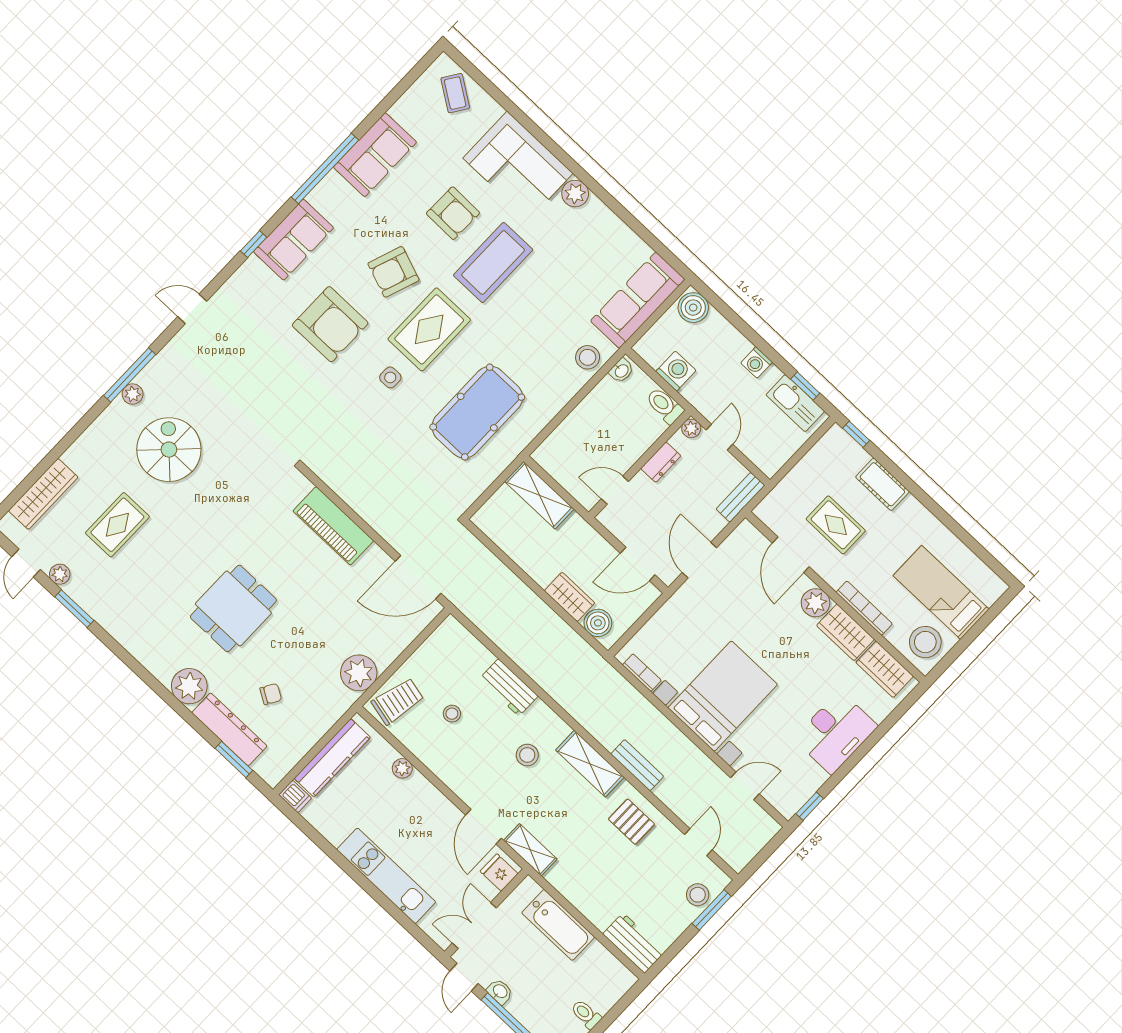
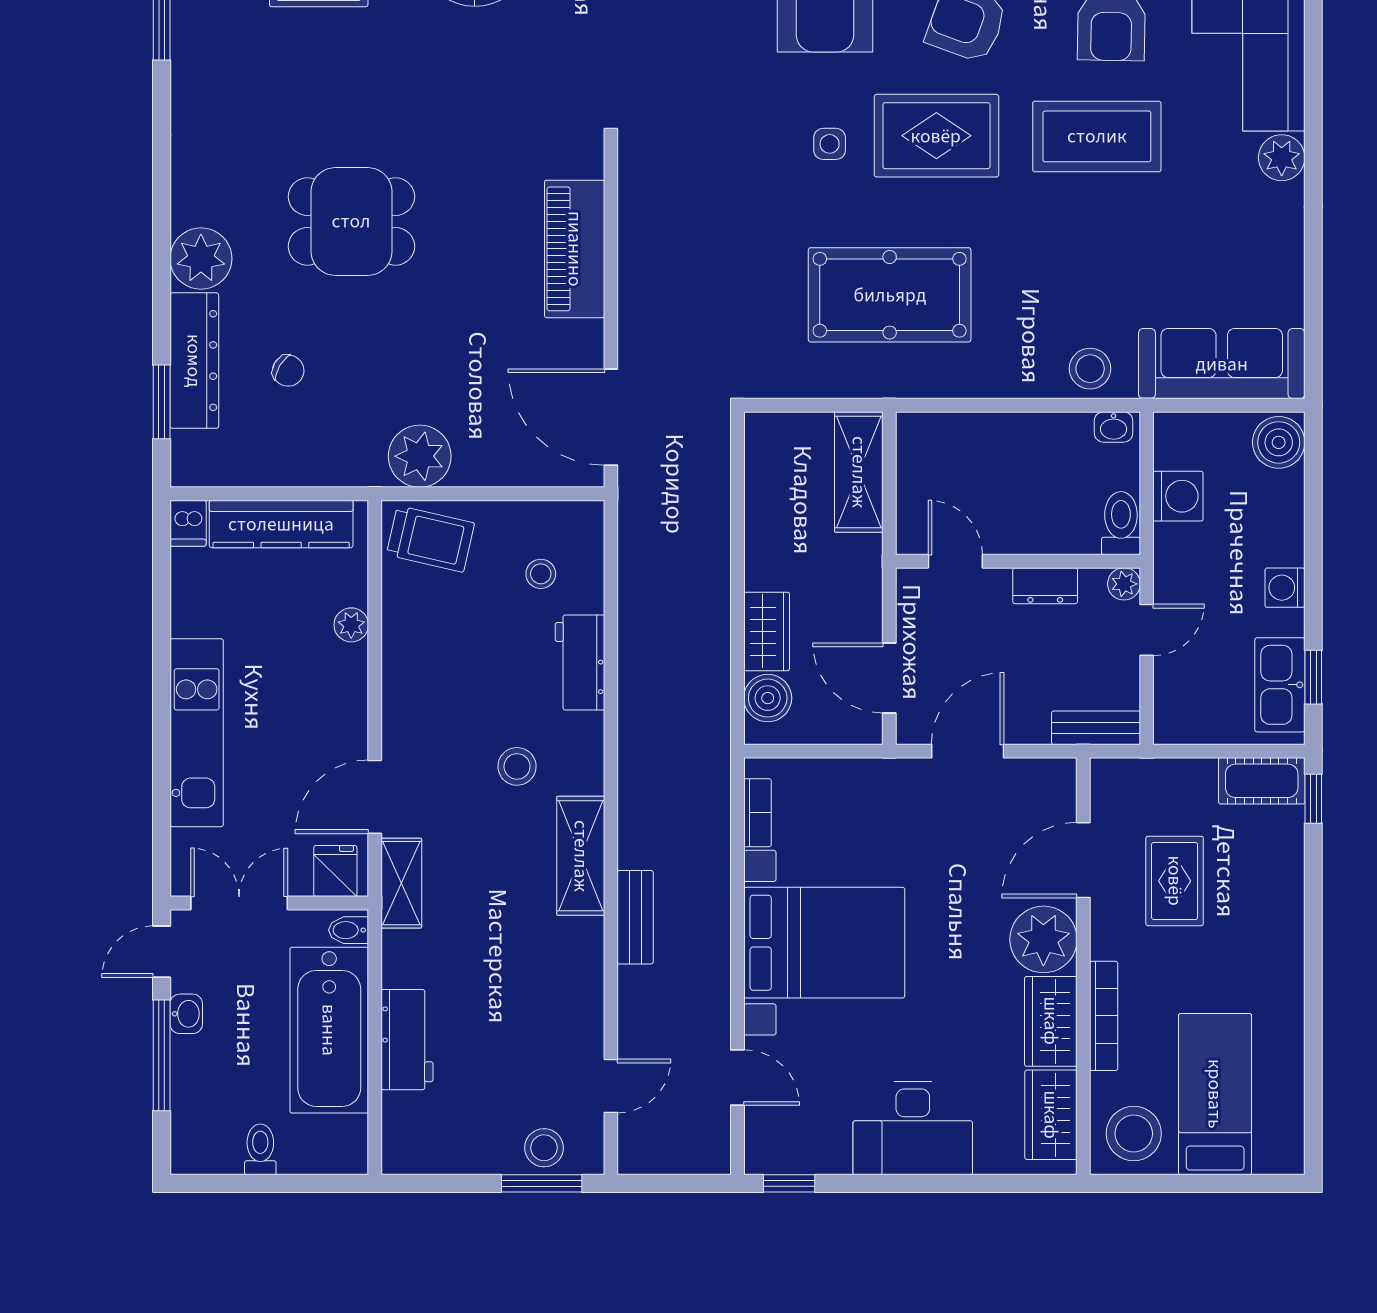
cot: (882, 484) -> (1262, 781), moved, turned 90
plant: (816, 603) -> (1043, 939), width x1.36, depth x1.36
stool: (452, 714) -> (541, 574), moved
pallet: (631, 822) -> (557, 977), removed
bidet: (529, 890) -> (348, 930), added
bathtub: (558, 925) -> (329, 1030), width x1.36, depth x1.36
workbench: (634, 943) -> (407, 1040), moved

